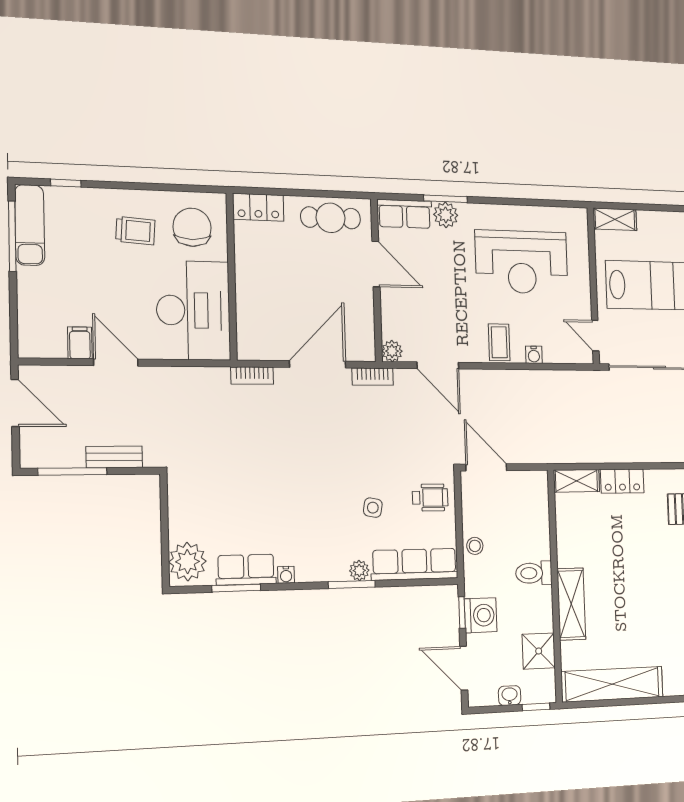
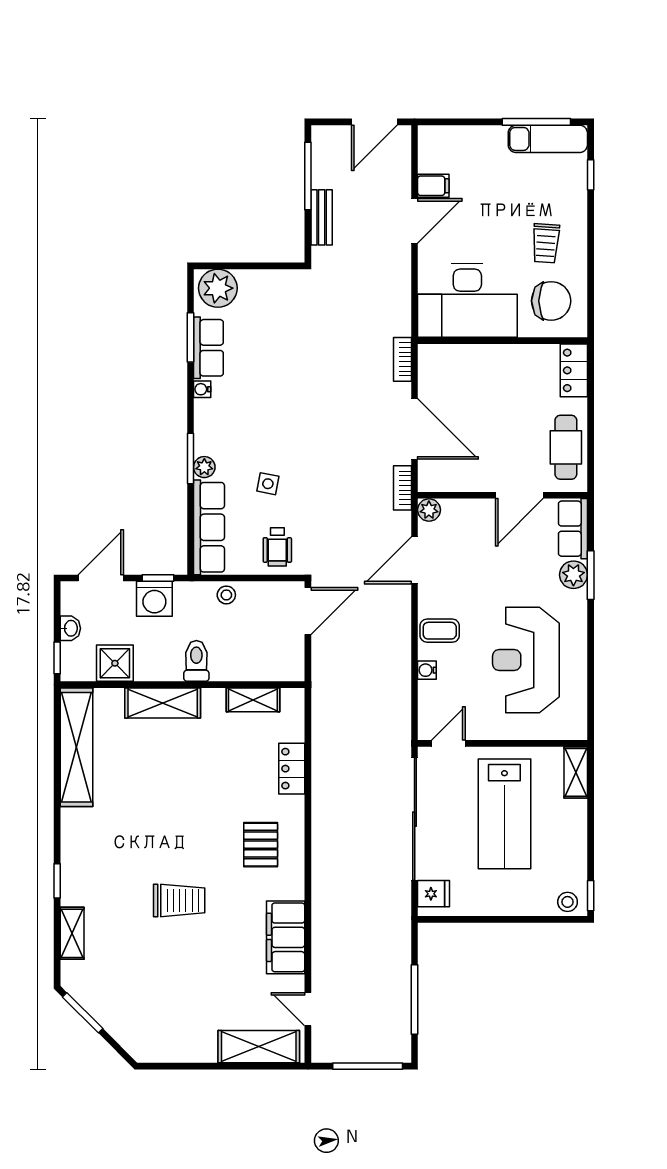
shelving: (576, 481) -> (253, 700), moved, turned 90

